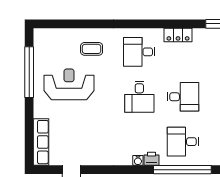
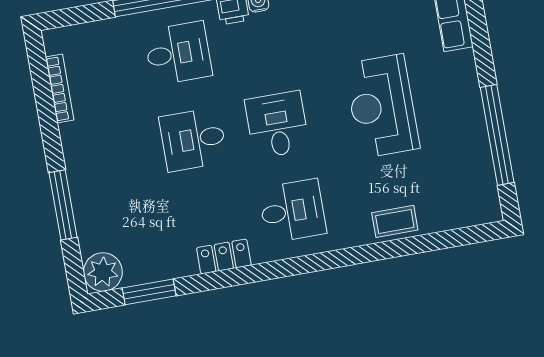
coffee table: (92, 49) -> (395, 221), moved
reception desk: (69, 84) -> (382, 106), moved, turned 90

